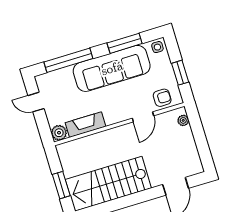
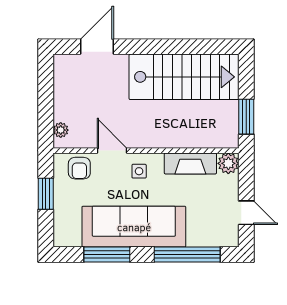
side table: (157, 47) -> (139, 171), moved
armchair: (162, 98) -> (79, 168), turned -90
door: (143, 117) -> (112, 151), hinge flipped
window: (61, 185) -> (246, 117), moved

